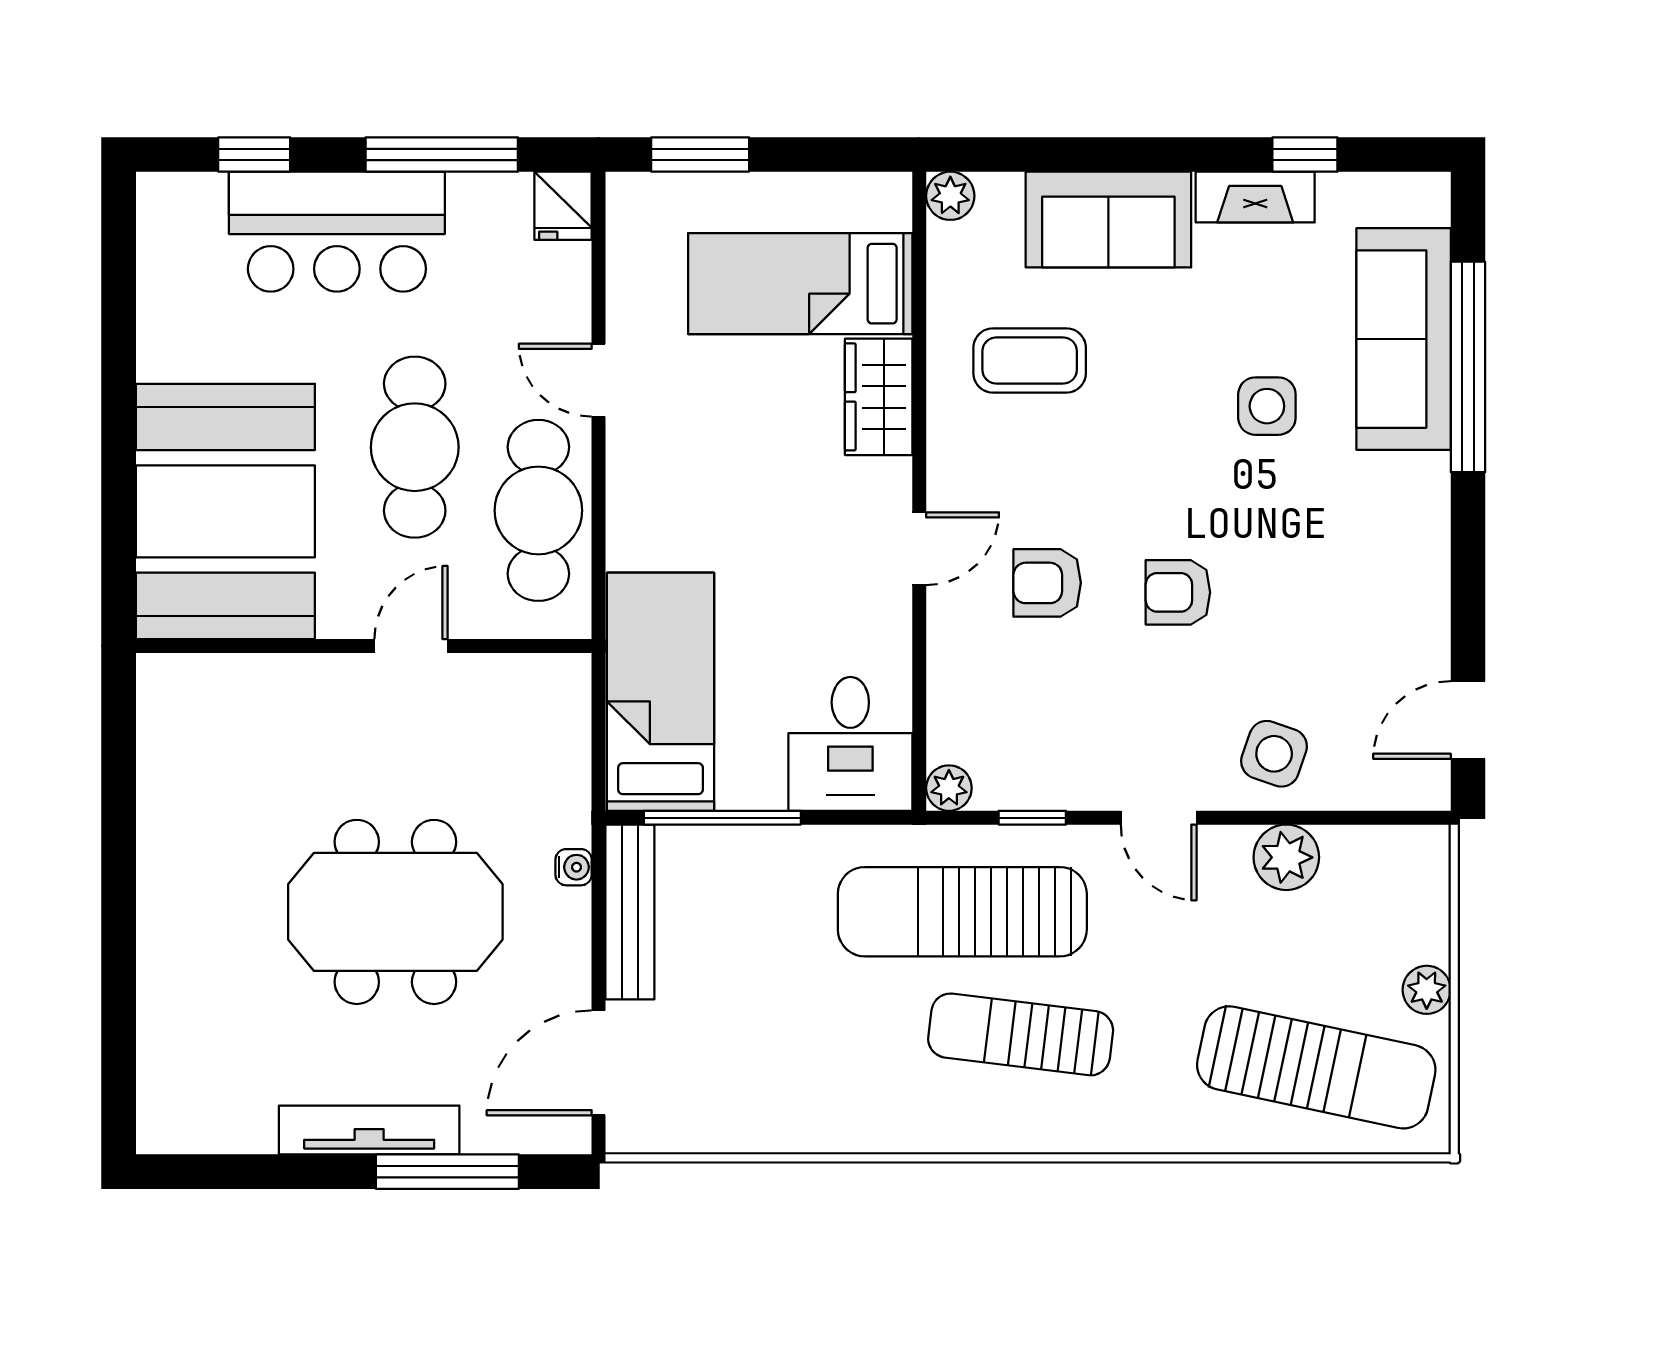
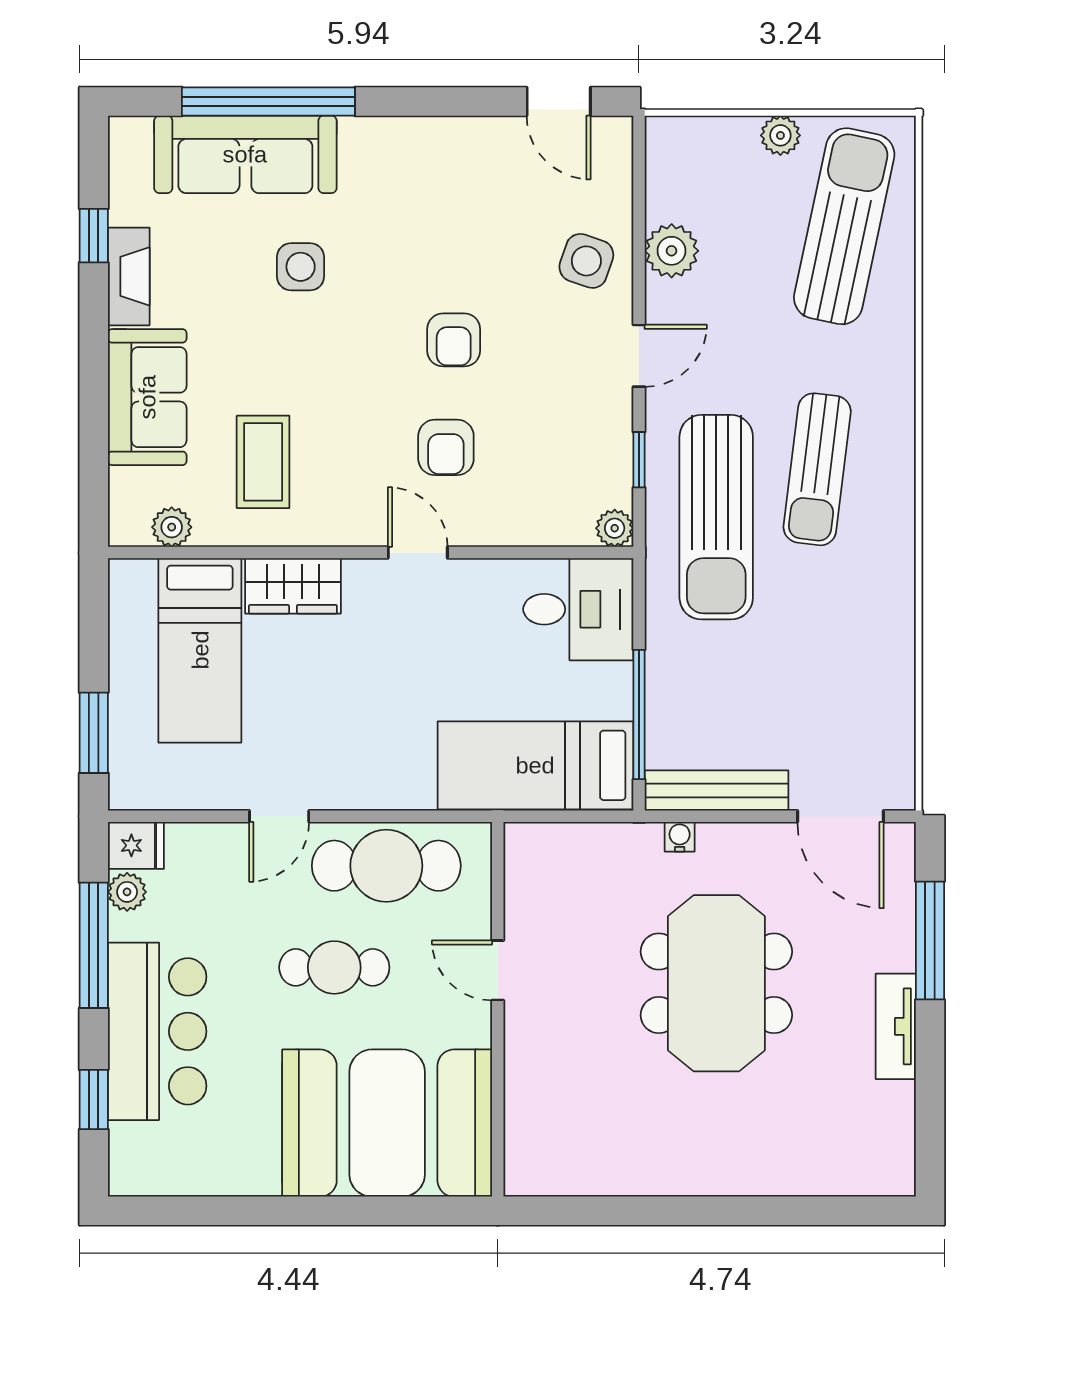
plant: (507, 195) -> (127, 892), added
plant: (950, 196) -> (172, 527), moved
cafe table: (415, 447) -> (334, 967), width x0.73, depth x0.74
tv unit: (369, 1130) -> (896, 1026), width x0.71

